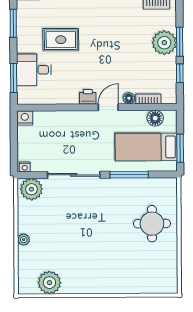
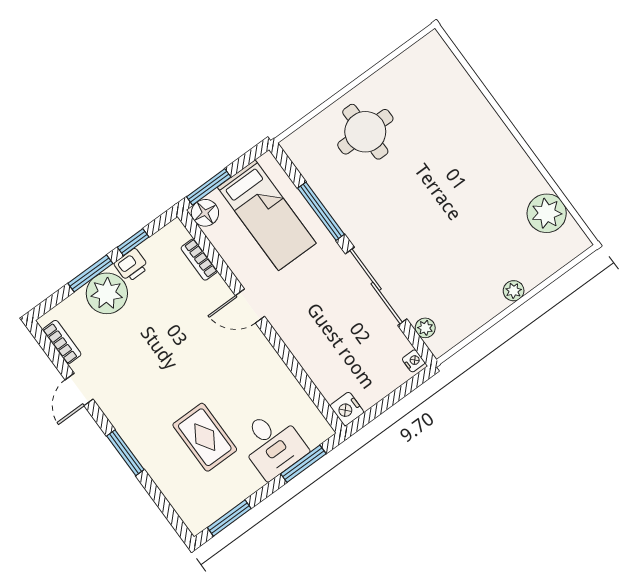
printer: (88, 97) -> (131, 265), moved, turned -90
floor lamp: (129, 98) -> (217, 287), removed
floor lamp: (155, 118) -> (205, 213), moved
window: (180, 148) -> (209, 187), moved
plant: (31, 189) -> (425, 328), width x0.53, depth x0.53

